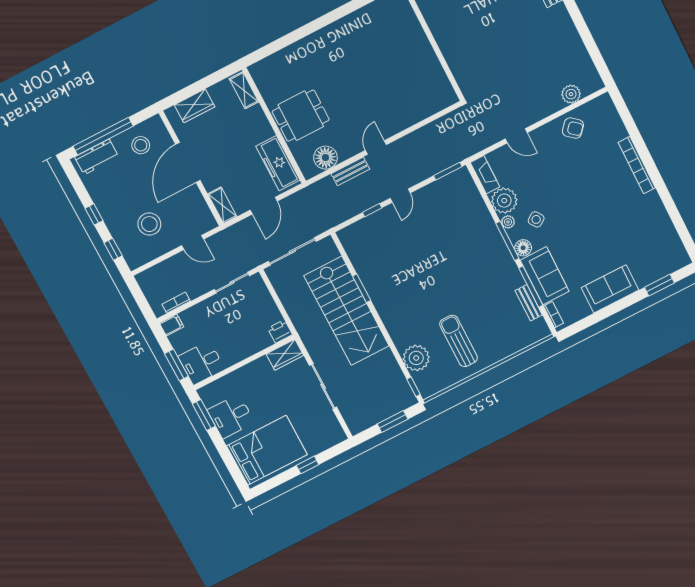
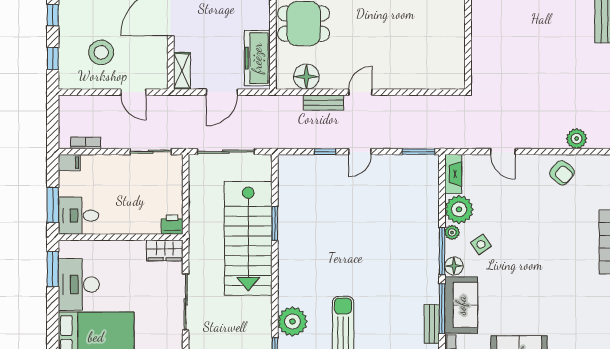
desk: (231, 416) -> (79, 285), width x1.37

